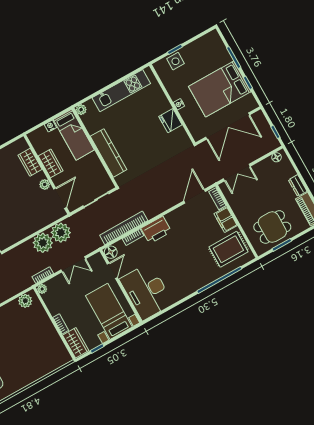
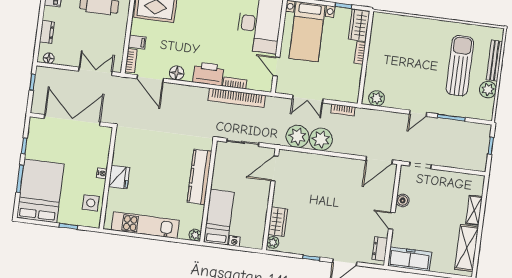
side table: (175, 61) -> (91, 203), moved
bed: (220, 89) -> (40, 191), moved, turned -90
fridge: (170, 121) -> (119, 177), moved
wardrobe: (51, 163) -> (260, 207), removed
plant: (45, 184) -> (273, 242), moved
dresser: (298, 186) -> (47, 32), moved
door: (195, 196) -> (150, 78), hinge flipped
filing cabinet: (226, 220) -> (137, 42), width x0.50
floor lamp: (111, 252) -> (177, 73), moved
double door: (73, 264) -> (308, 99), swing flipped
door: (112, 271) -> (276, 67), hinge flipped
plant: (42, 289) -> (353, 98), removed

